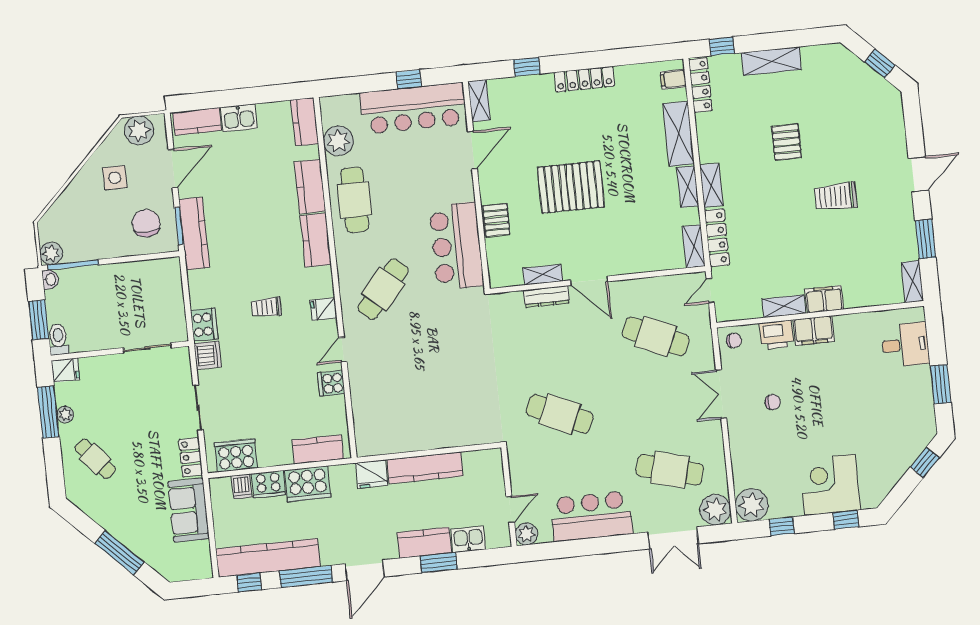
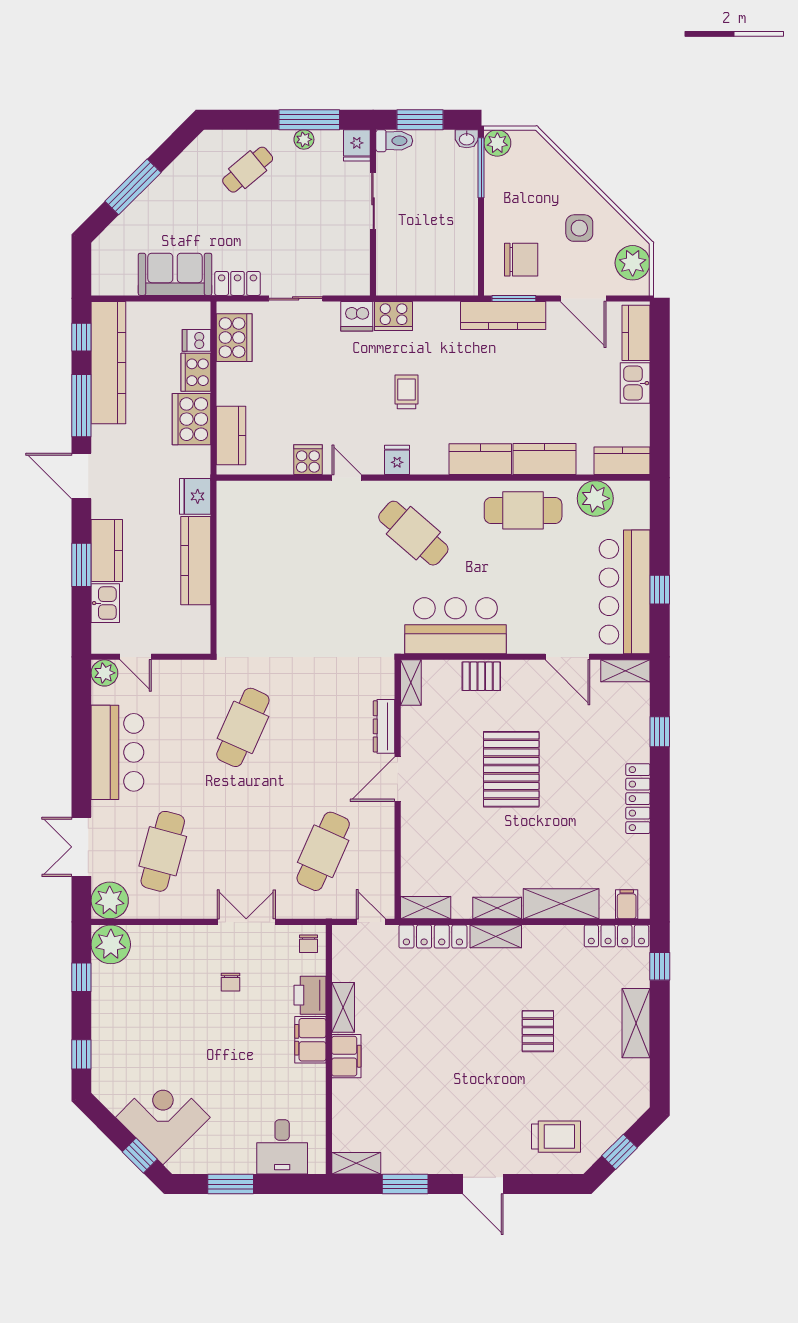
pallet: (787, 142) -> (538, 1031), turned 90
trolley: (836, 197) -> (556, 1137), moved, turned 90
shelving: (543, 275) -> (411, 683), moved
sliding door: (147, 348) -> (373, 201), moved
corner desk: (830, 485) -> (163, 1117), moved, turned -45

